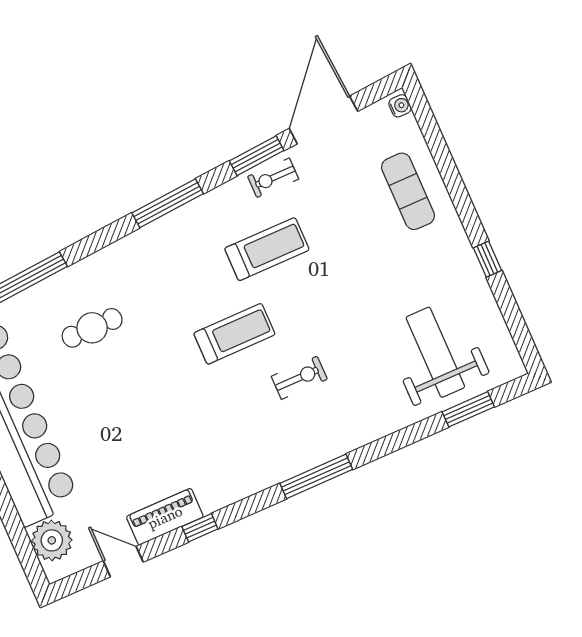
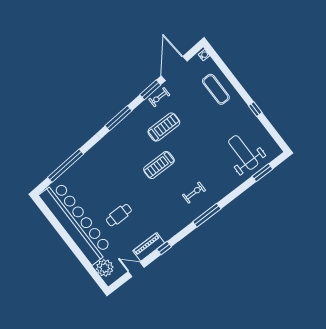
cafe table: (92, 328) -> (119, 215), moved
treadmill: (234, 334) -> (159, 165), turned 180
exercise bike: (299, 378) -> (194, 193), moved

